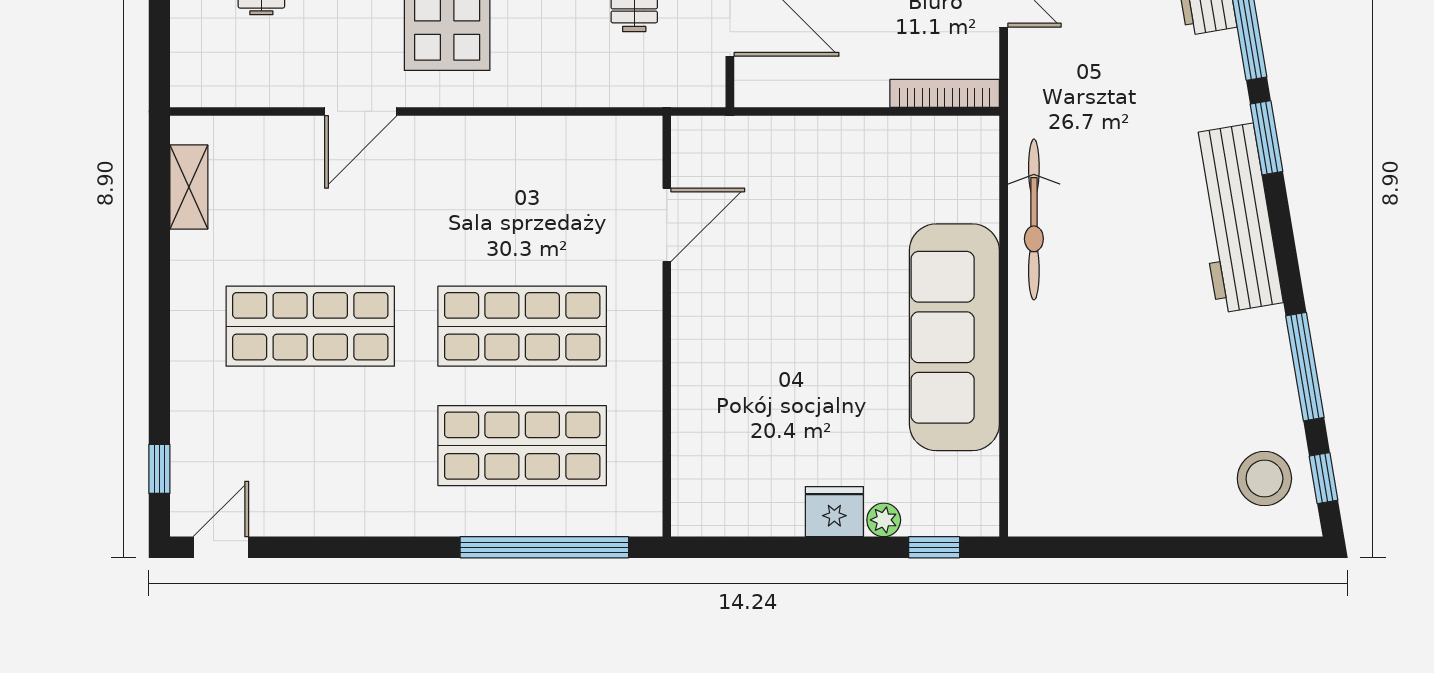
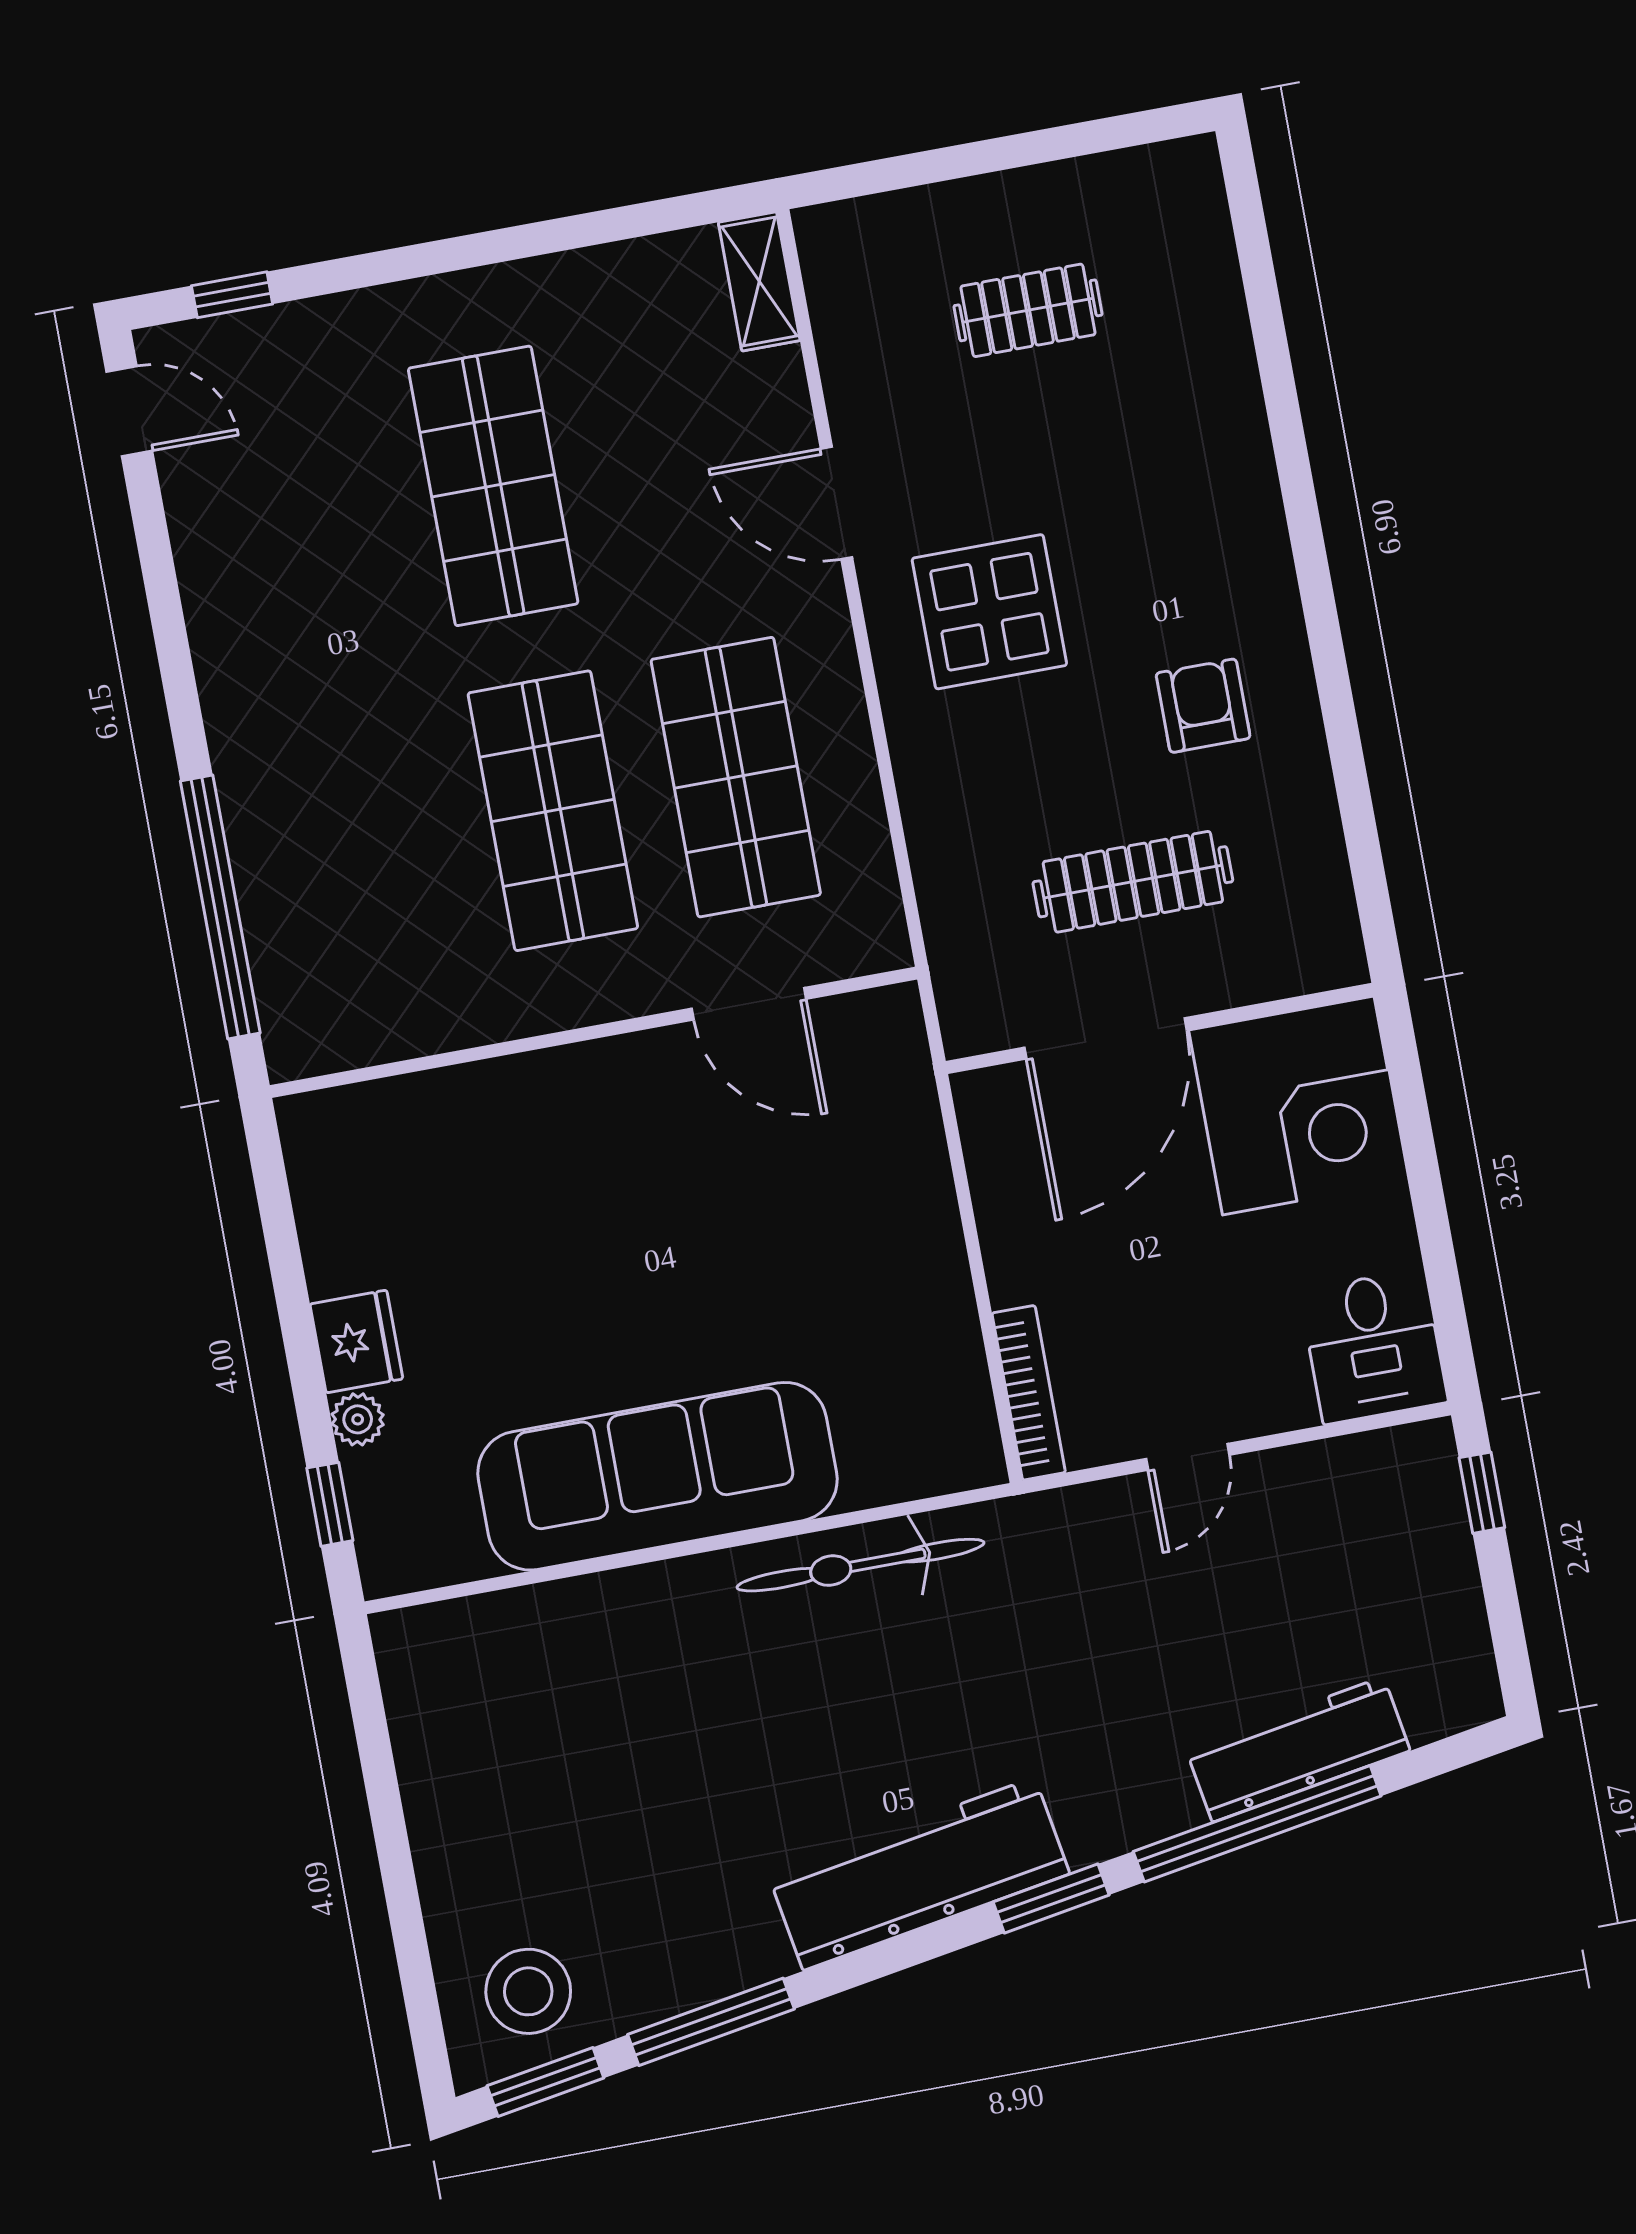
shelving: (189, 187) -> (759, 281), moved, turned 90
shop shelf: (522, 446) -> (736, 777), moved
window: (1324, 478) -> (545, 2082), width x1.50

